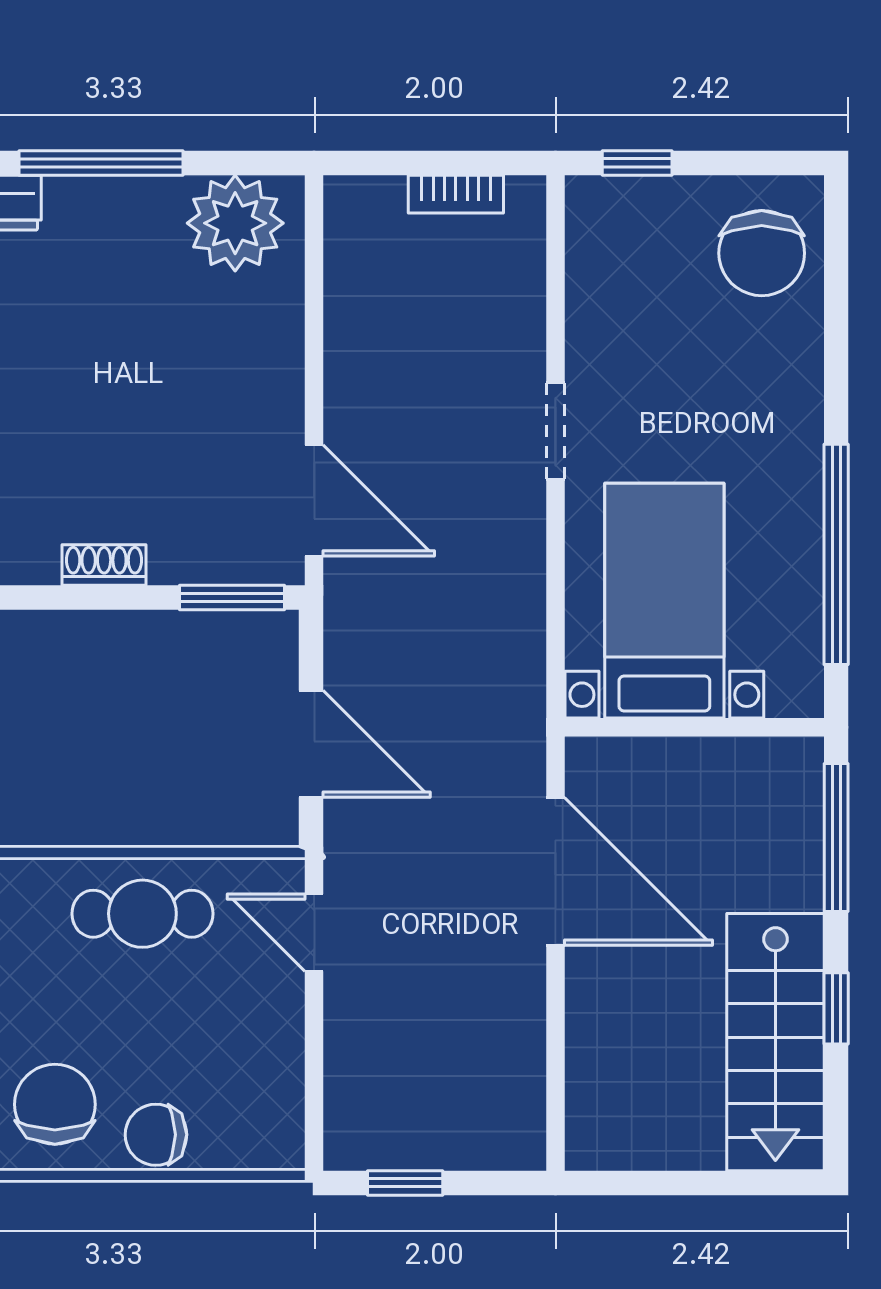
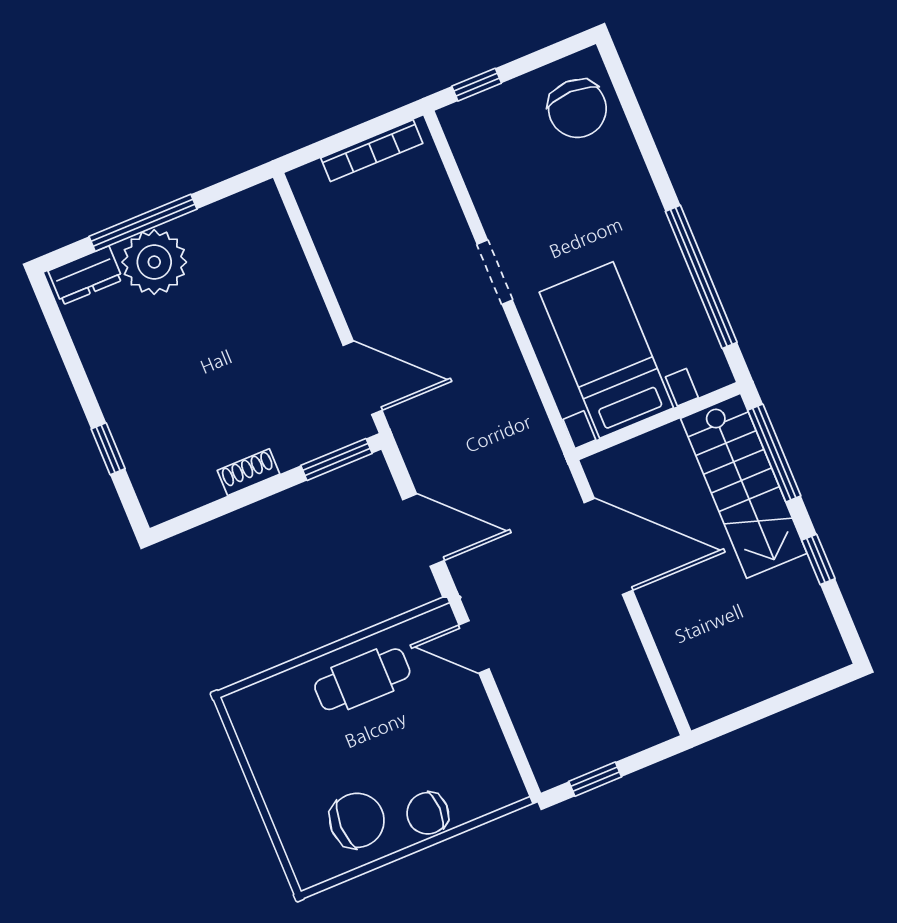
bookcase: (456, 194) -> (372, 151), width x1.56
plant: (235, 223) -> (154, 262), moved
stairs: (775, 1042) -> (744, 486), moved
chair: (55, 1104) -> (357, 820), turned 90

